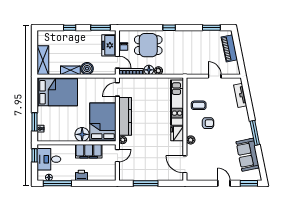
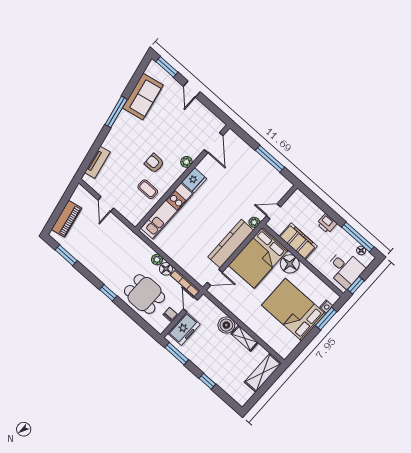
bed: (57, 92) -> (293, 310), moved

